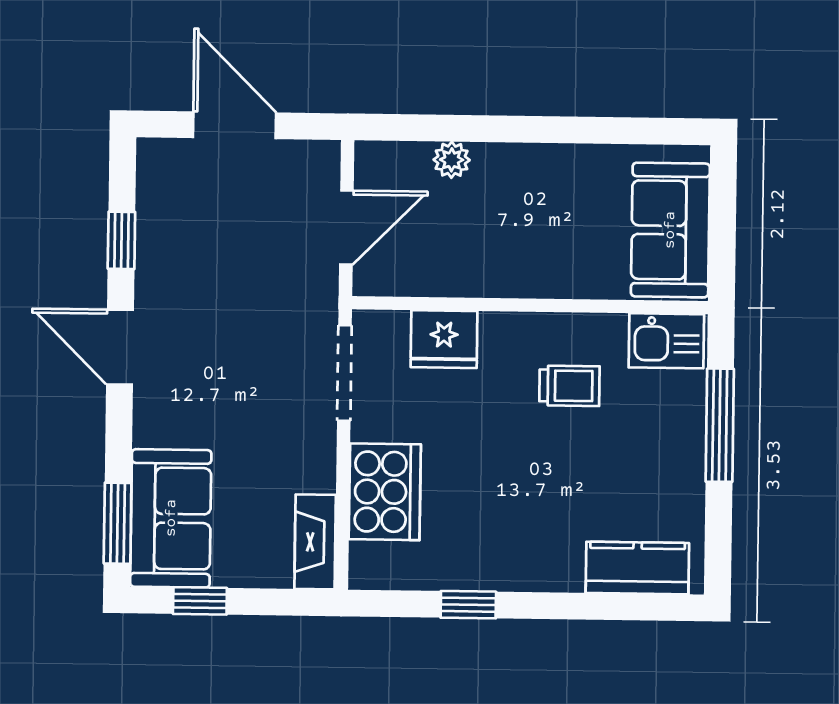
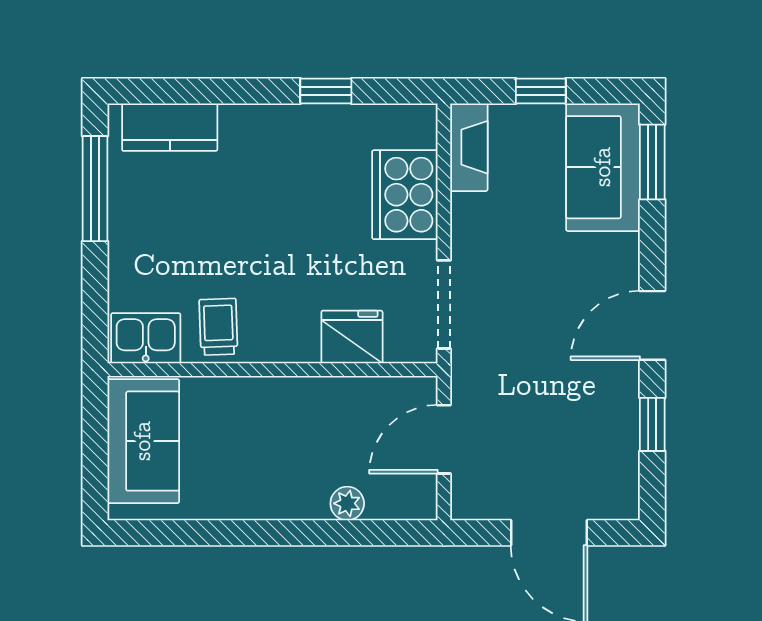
door: (120, 347) -> (652, 325), swing flipped
trolley: (569, 386) -> (218, 327), moved, turned 88
window: (720, 425) -> (95, 189), moved
window: (200, 601) -> (541, 91), moved

